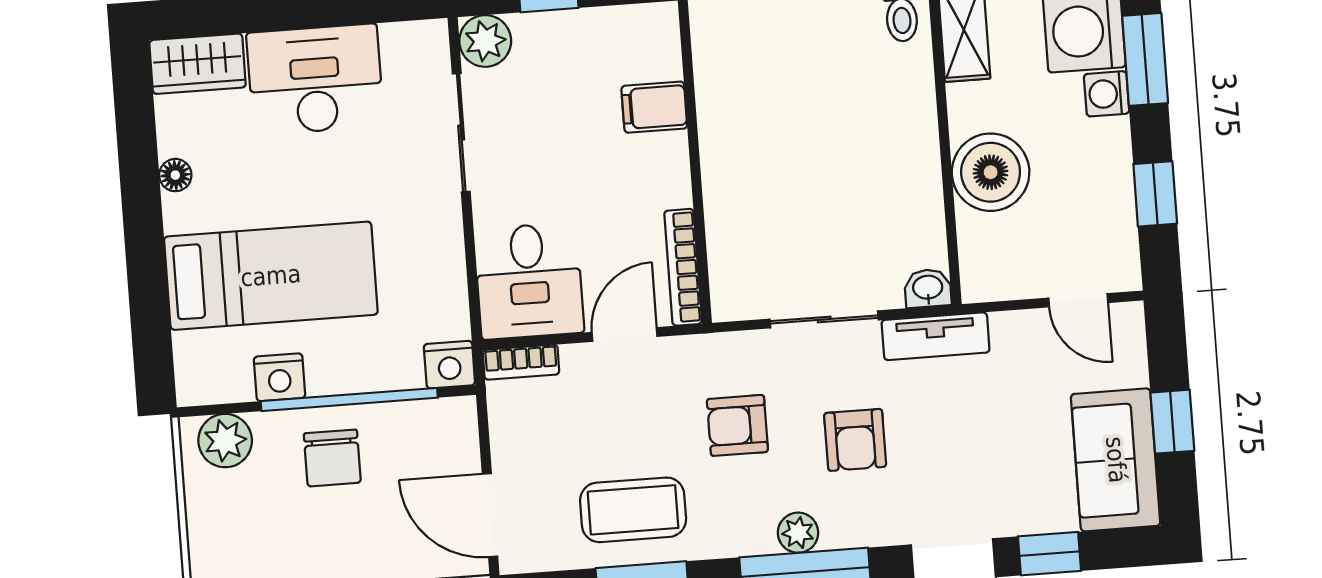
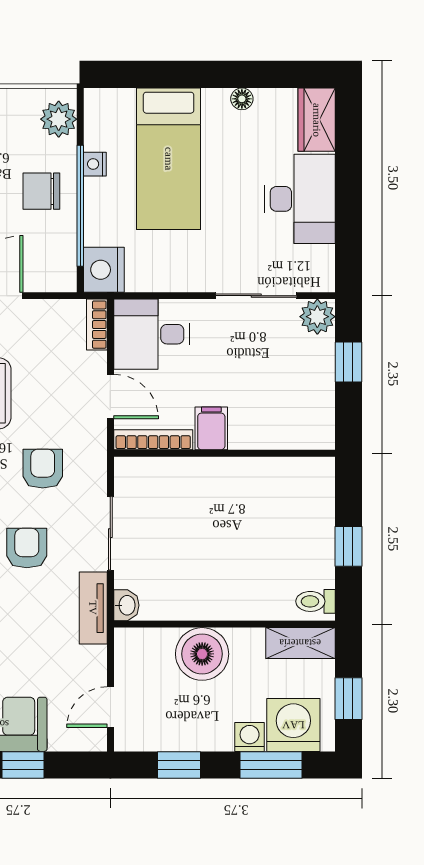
filing cabinet: (654, 107) -> (211, 428), moved
nightstand: (449, 365) -> (104, 270), width x1.36, depth x1.33
nightstand: (279, 377) -> (95, 164), width x0.72, depth x0.74
armchair: (855, 440) -> (27, 548), turned 90

